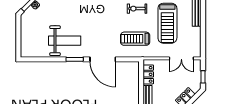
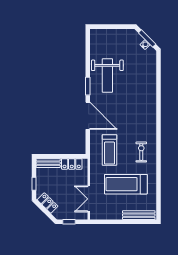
treadmill: (135, 39) -> (109, 150), turned 180
door: (103, 59) -> (88, 116), swing flipped

